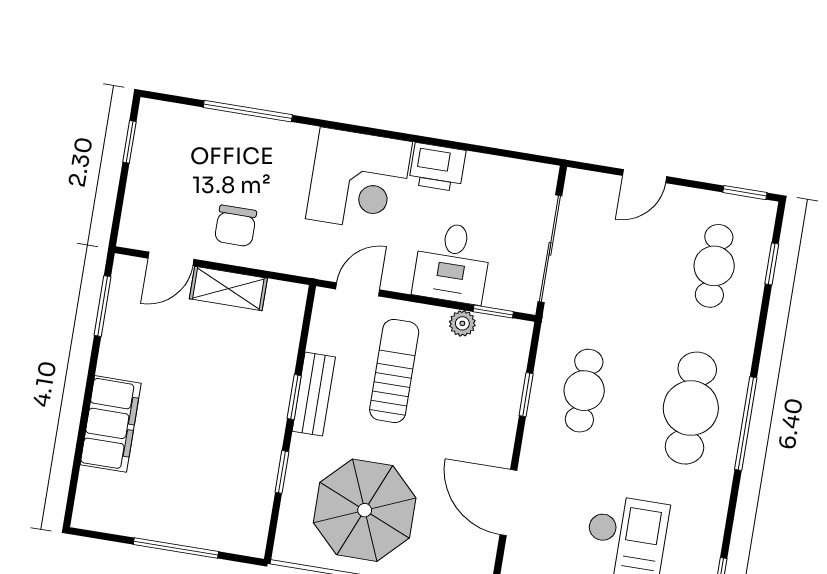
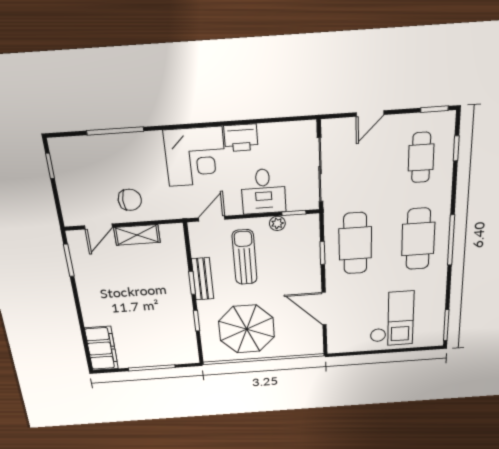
chair: (236, 226) -> (130, 200), turned -90
cafe table: (584, 391) -> (355, 243), width x1.37, depth x1.35
filing cabinet: (111, 424) -> (102, 348), moved

